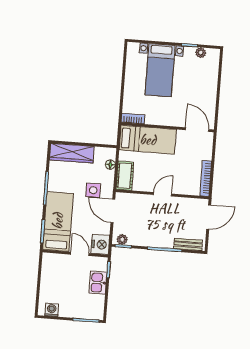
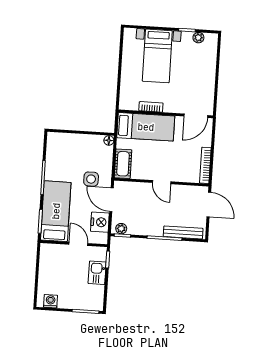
bookcase: (133, 119) -> (151, 107), moved
door: (197, 130) -> (196, 116), swing flipped
wardrobe: (72, 153) -> (69, 142), removed
floor lamp: (110, 165) -> (109, 140), moved
door: (163, 194) -> (162, 182), swing flipped
door: (209, 217) -> (209, 205), hinge flipped
nightstand: (100, 244) -> (100, 222), moved
bench: (188, 244) -> (183, 232), width x1.36

